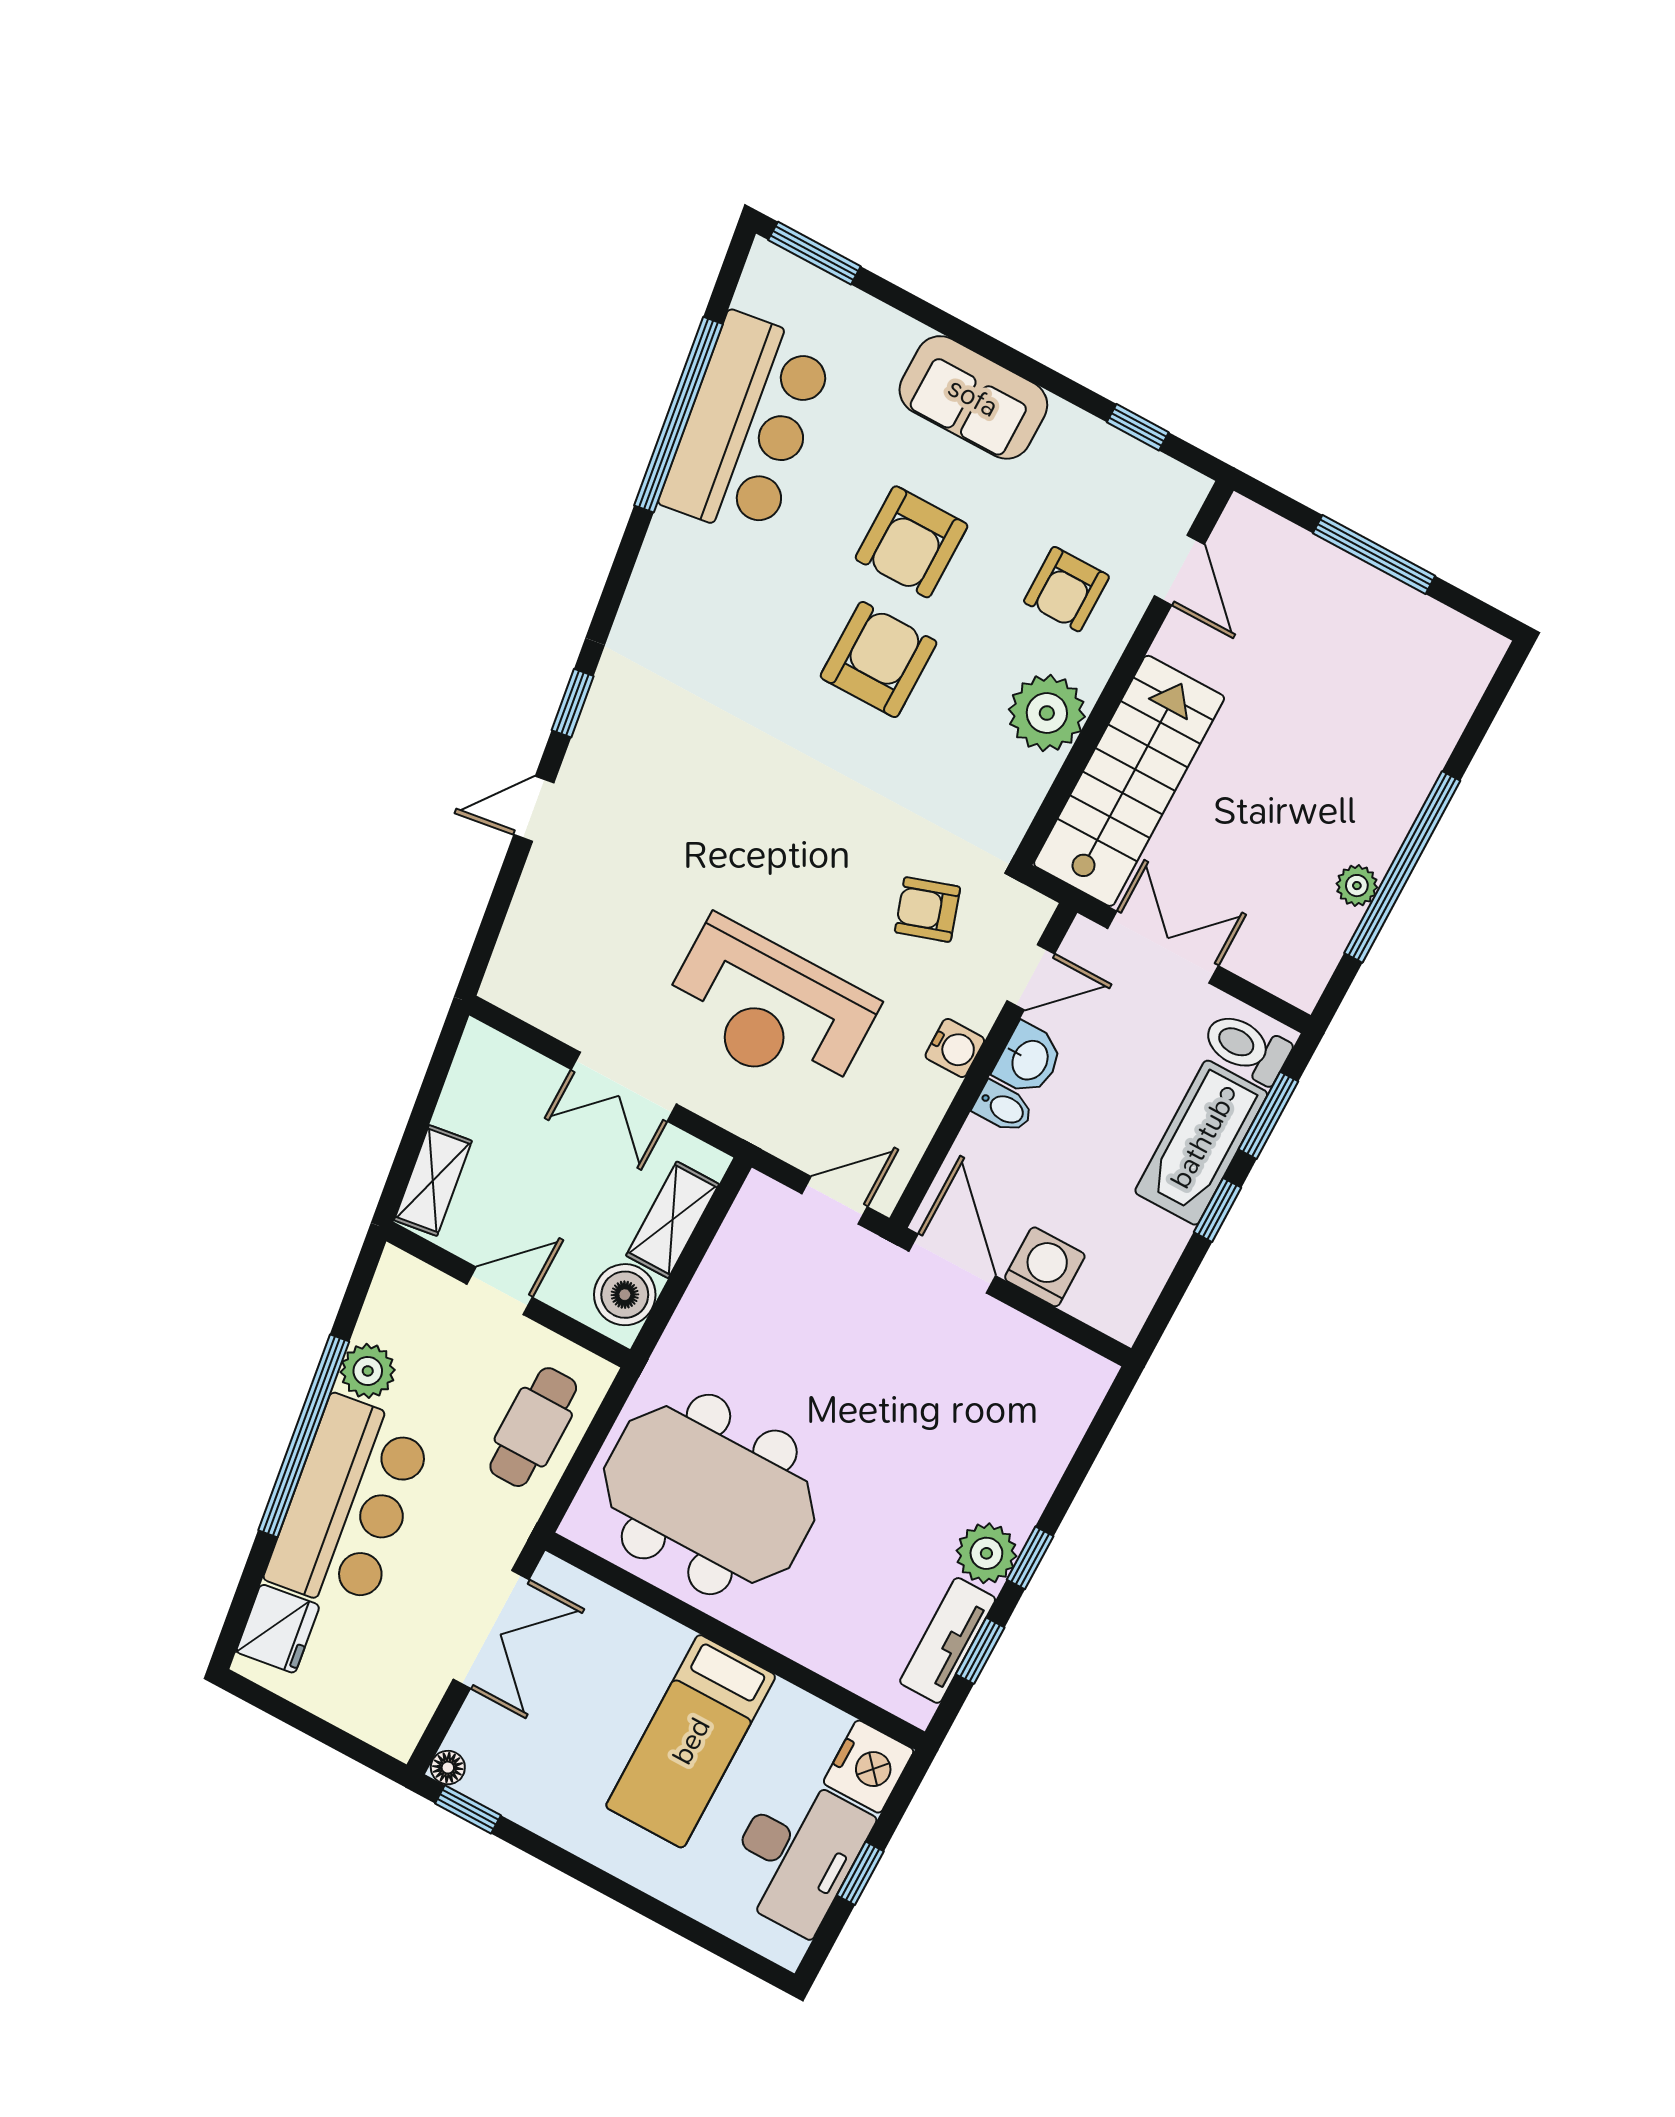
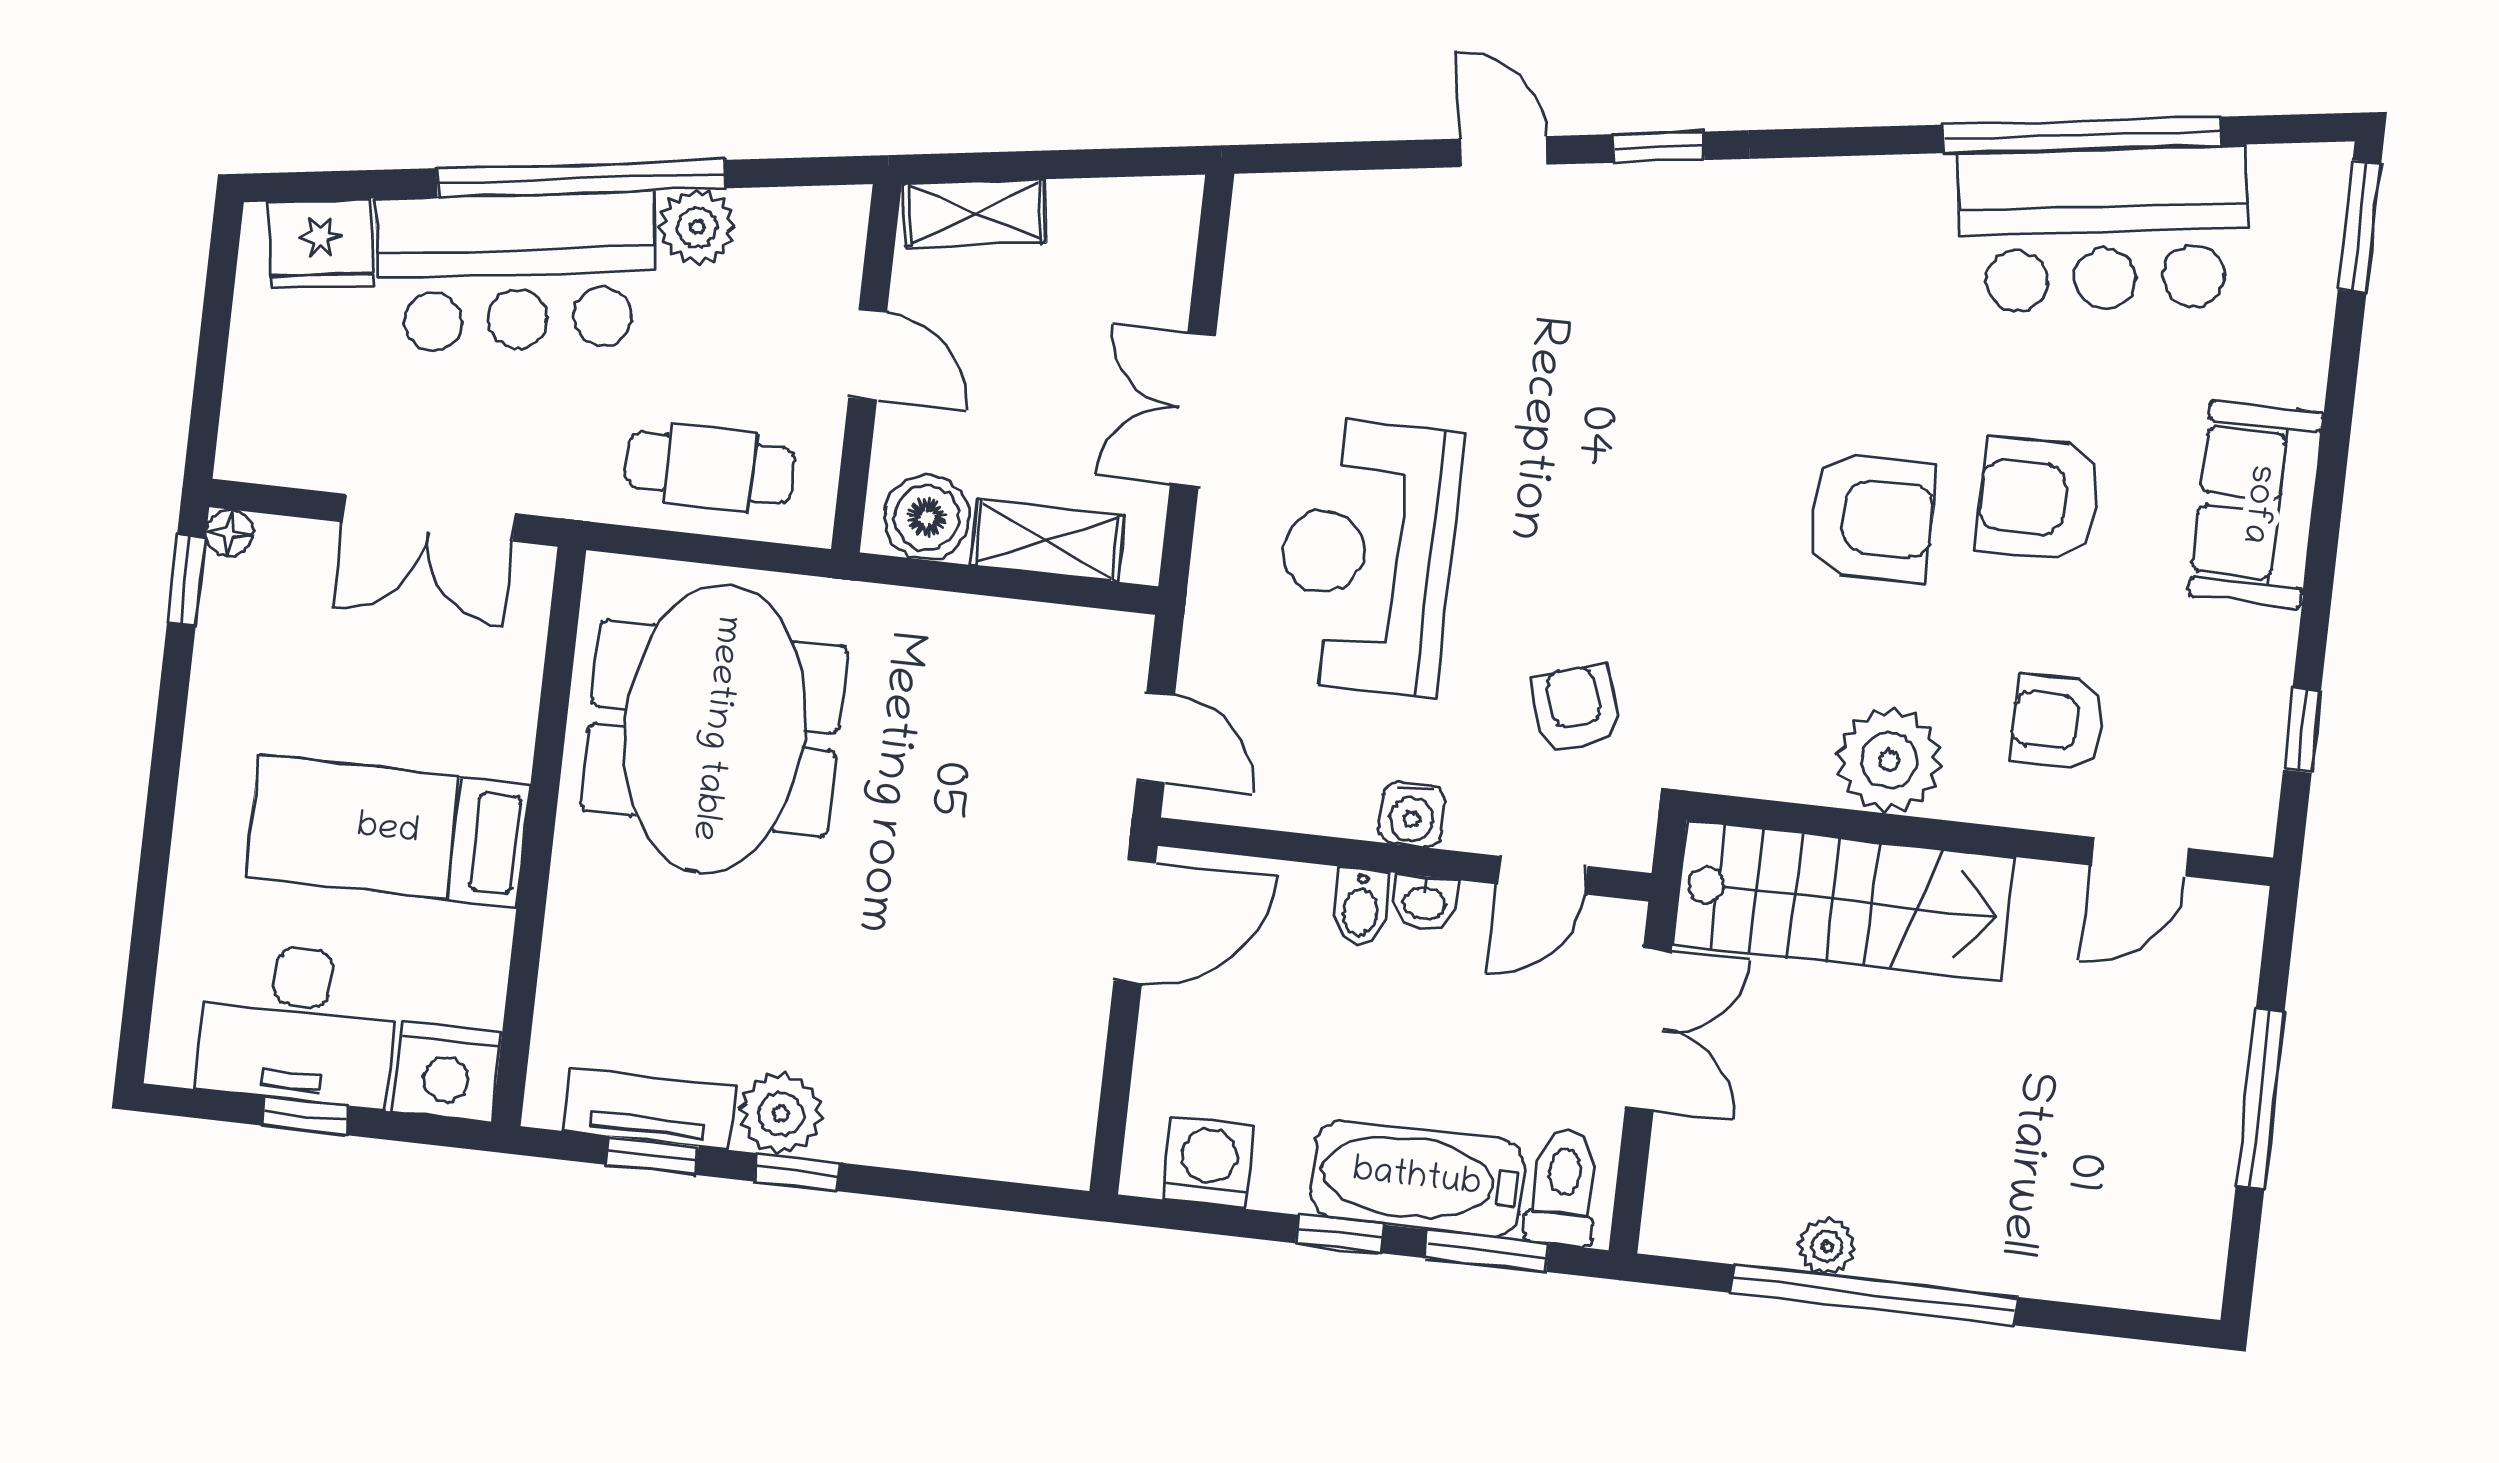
door: (1031, 977) -> (1542, 875), hinge flipped
washbasin: (1029, 1059) -> (1425, 902), width x0.72, depth x0.69
washing machine: (1045, 1267) -> (1209, 1162), moved, turned -90

